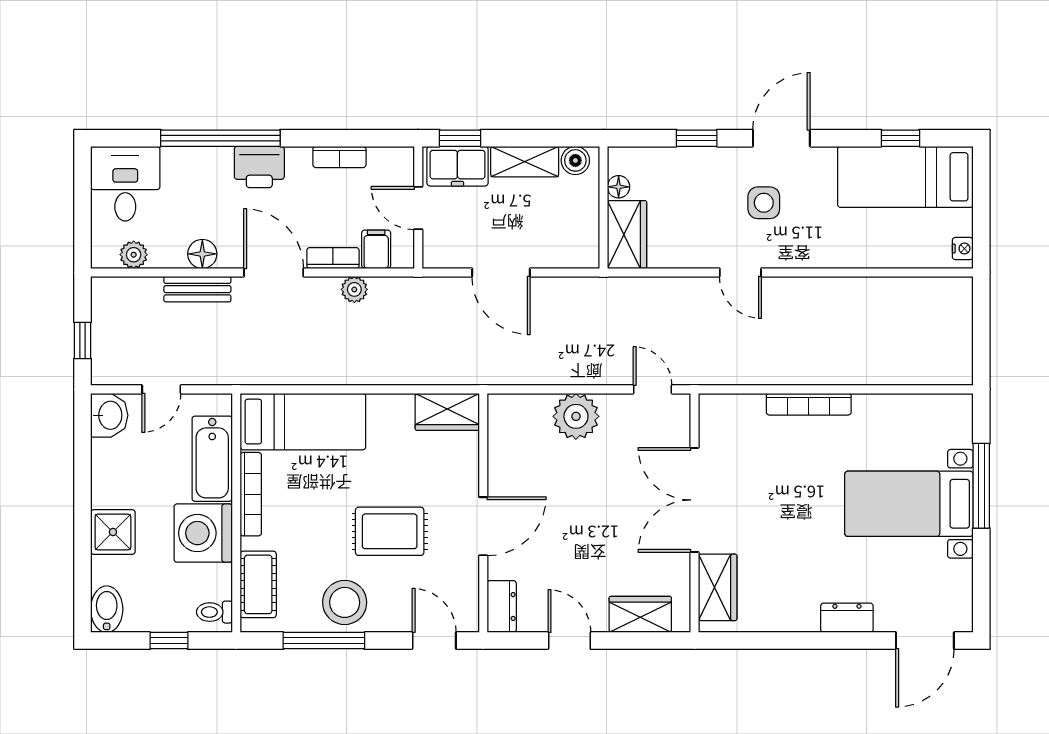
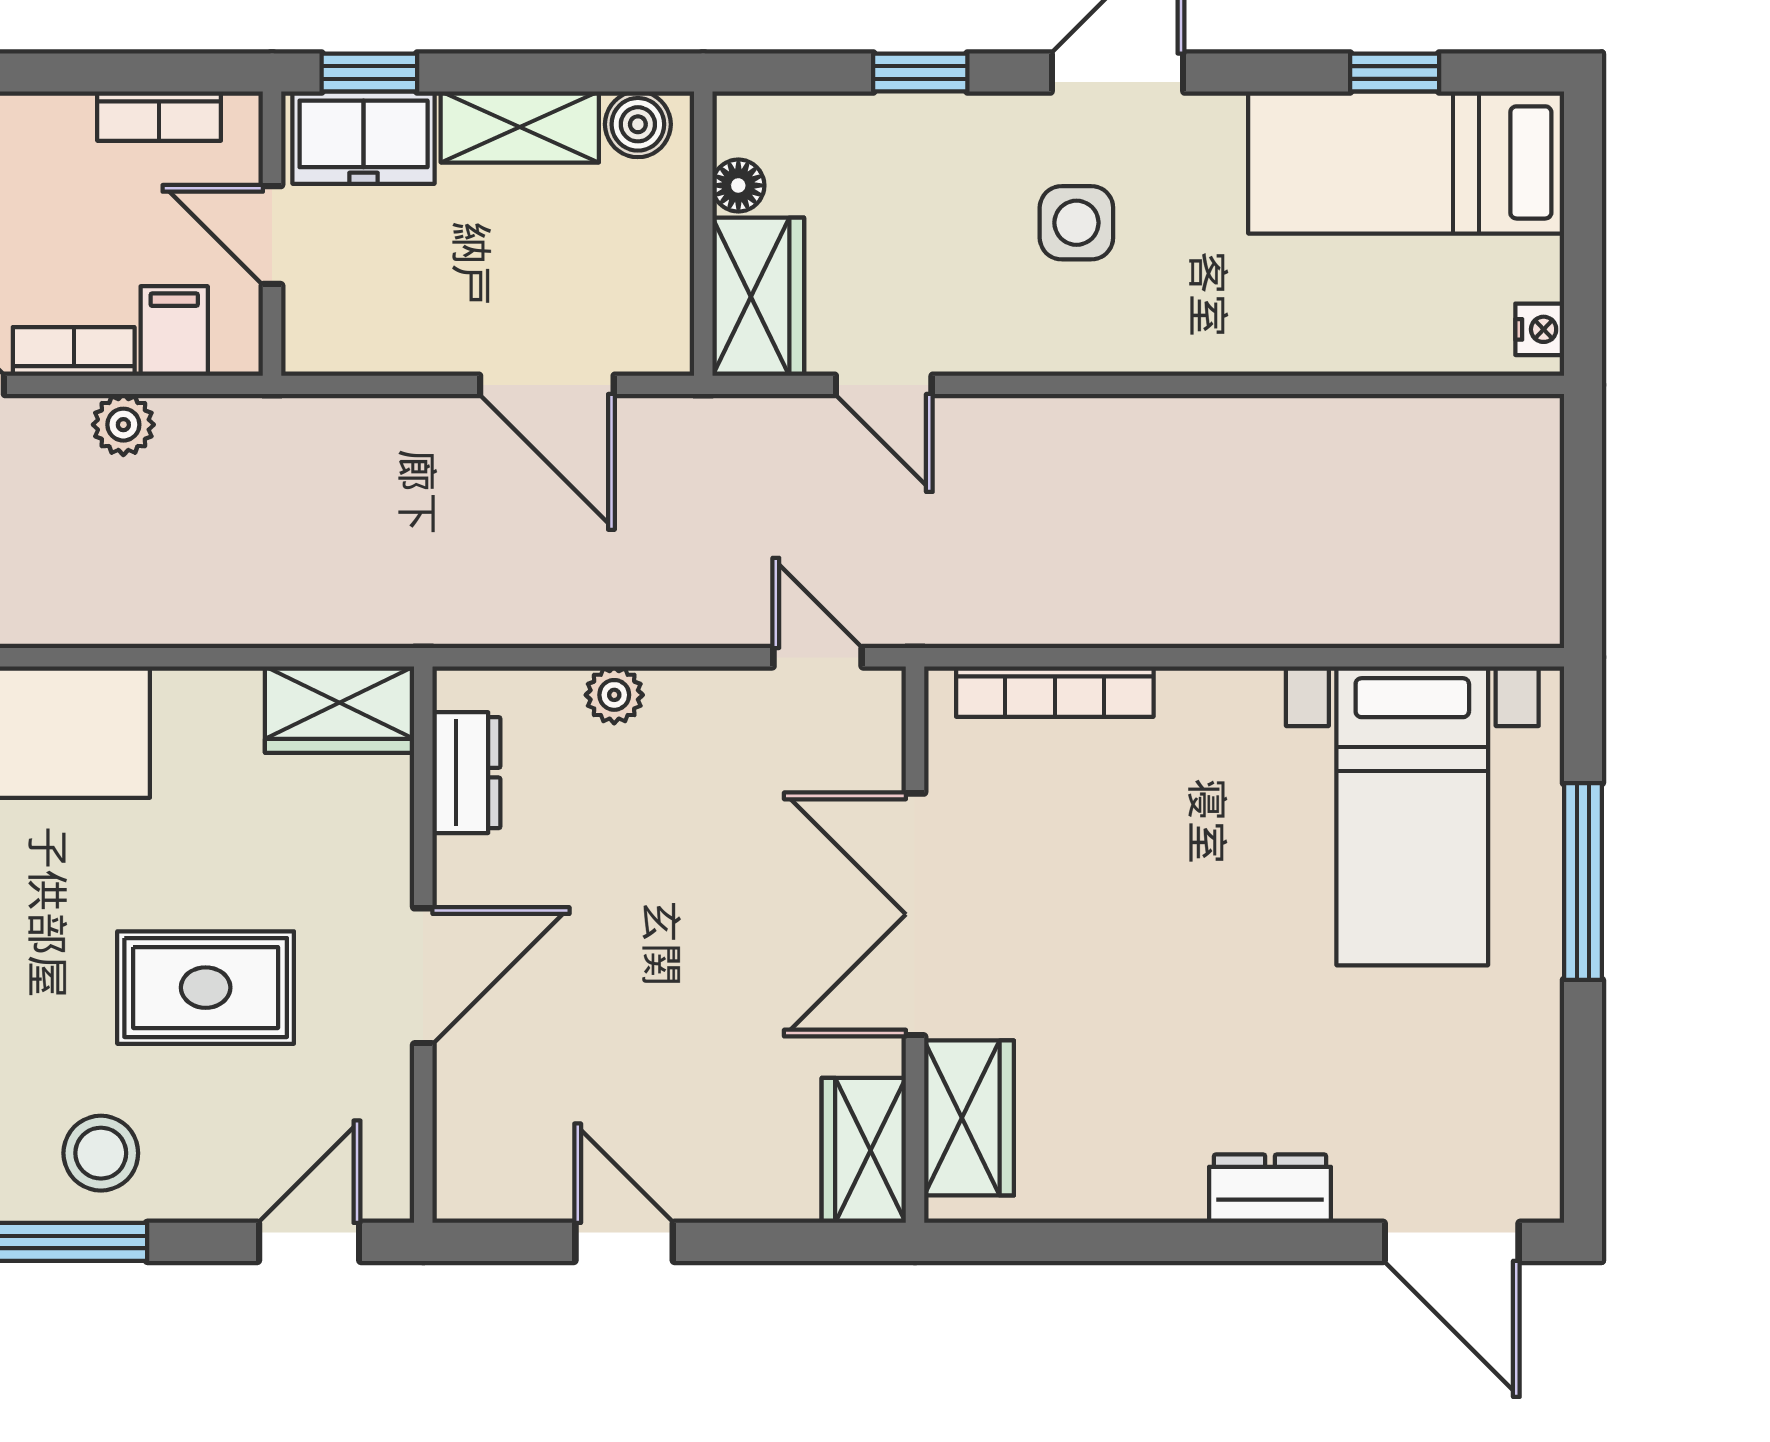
bookcase: (339, 157) -> (159, 116), moved
door: (501, 272) -> (547, 385), moved
door: (740, 272) -> (884, 385), moved
bookcase: (809, 404) -> (1055, 692), moved
plant: (576, 416) -> (614, 695), width x0.53, depth x0.53
bed with nightstands: (909, 504) -> (1412, 816), moved, turned -90
stool: (345, 602) -> (101, 1153), width x0.73, depth x0.73
dresser: (502, 607) -> (466, 773), moved
wardrobe: (640, 614) -> (864, 1150), moved, turned -90
door: (434, 641) -> (309, 1242), hinge flipped
door: (925, 641) -> (1452, 1242), hinge flipped

